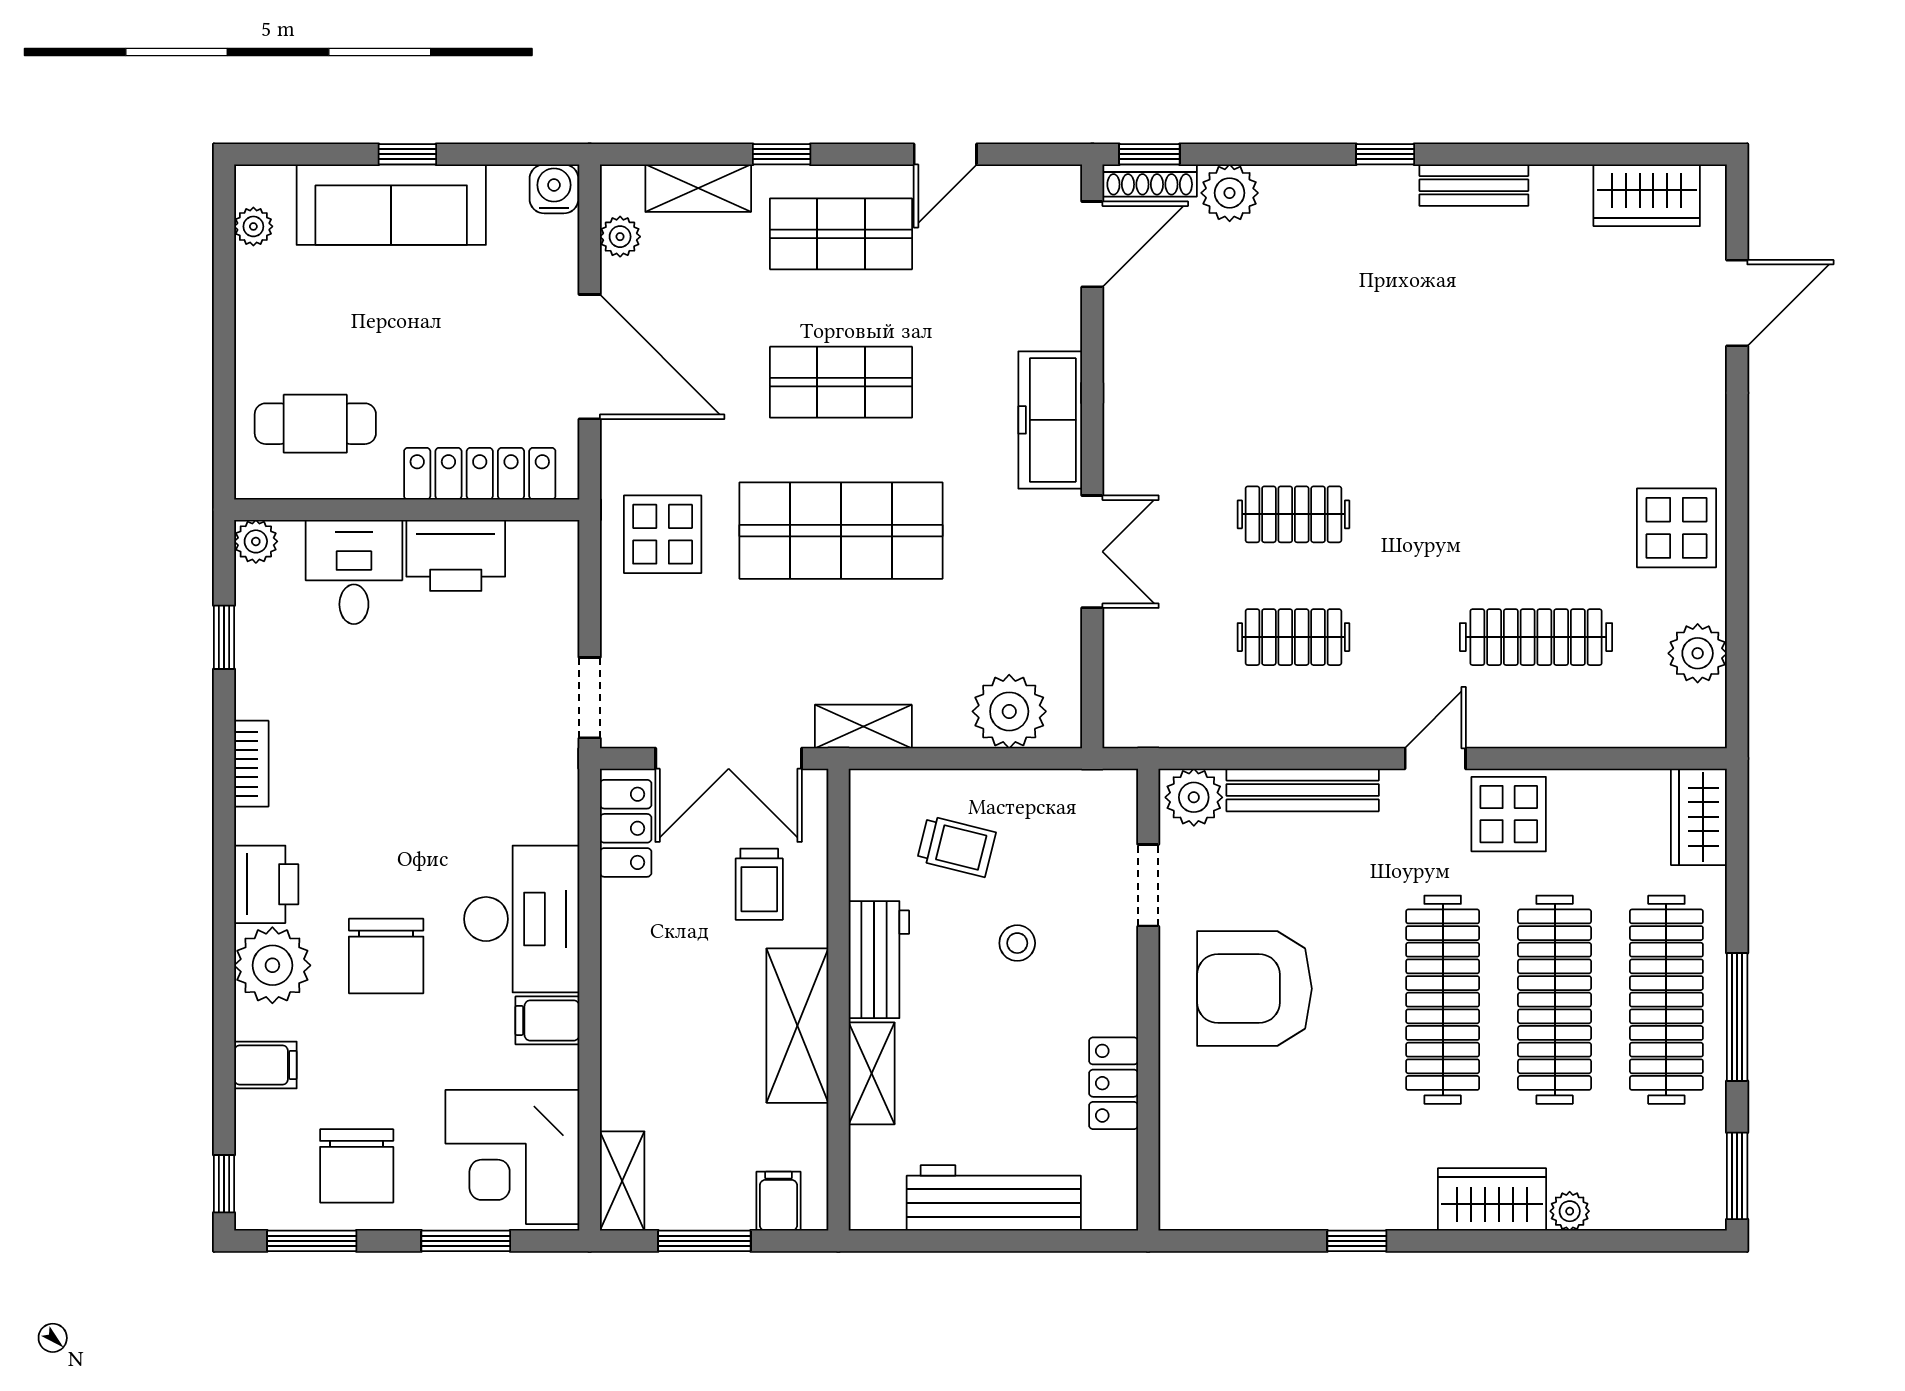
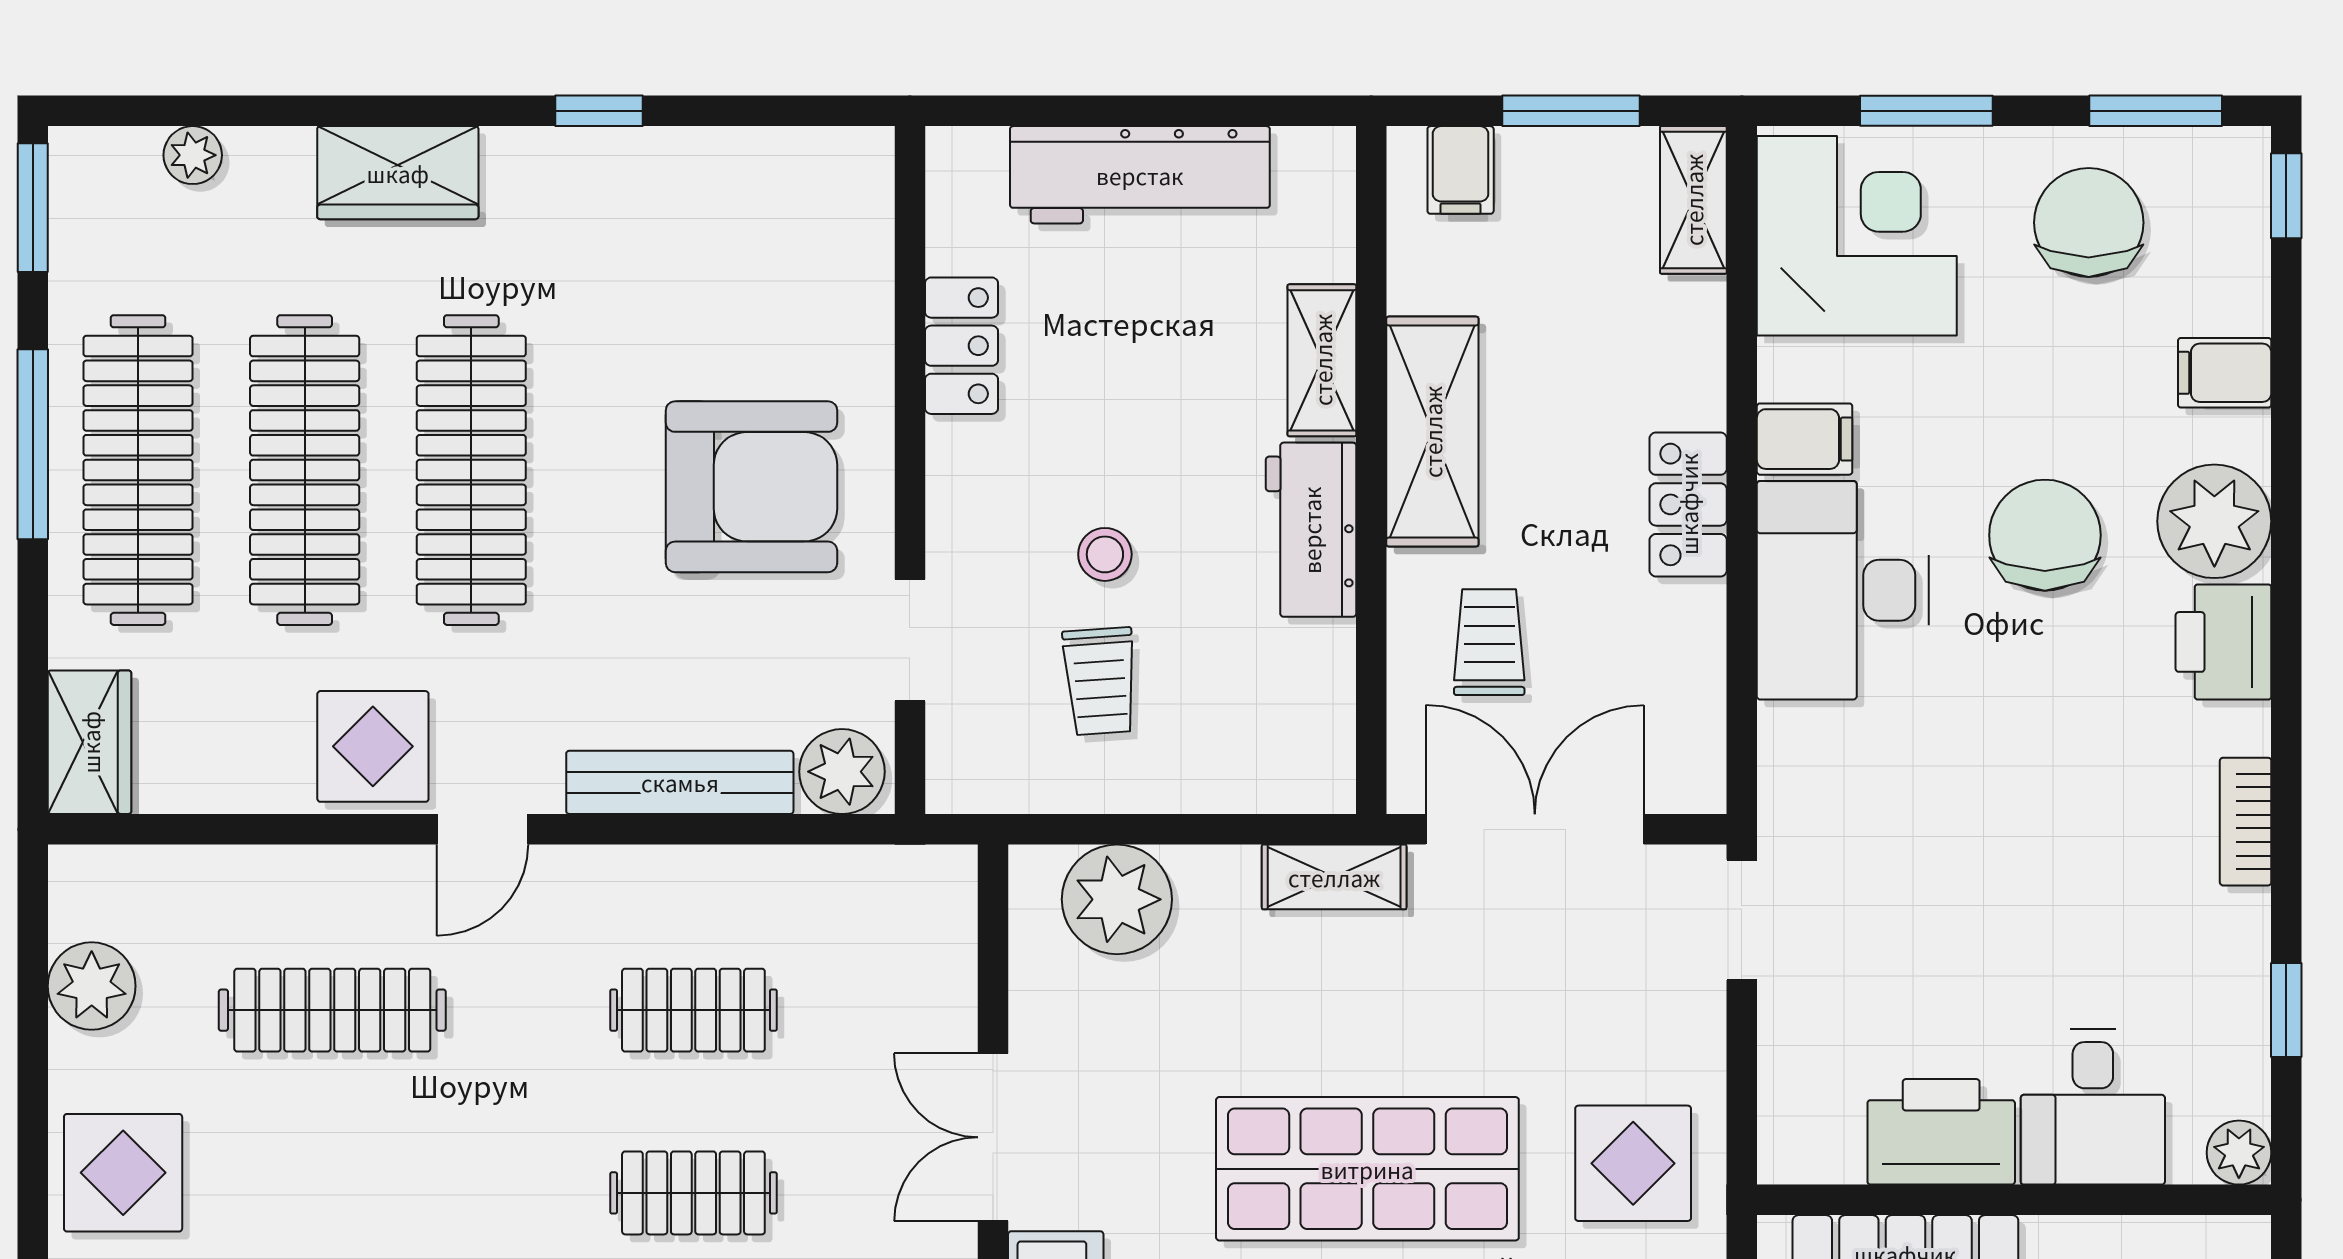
locker: (626, 828) -> (1688, 504), moved
trolley: (956, 846) -> (1100, 681), moved, turned -108
plant: (1570, 1211) -> (193, 155), moved

